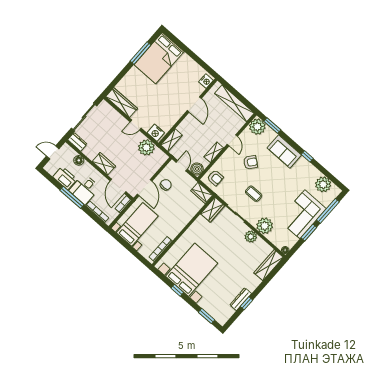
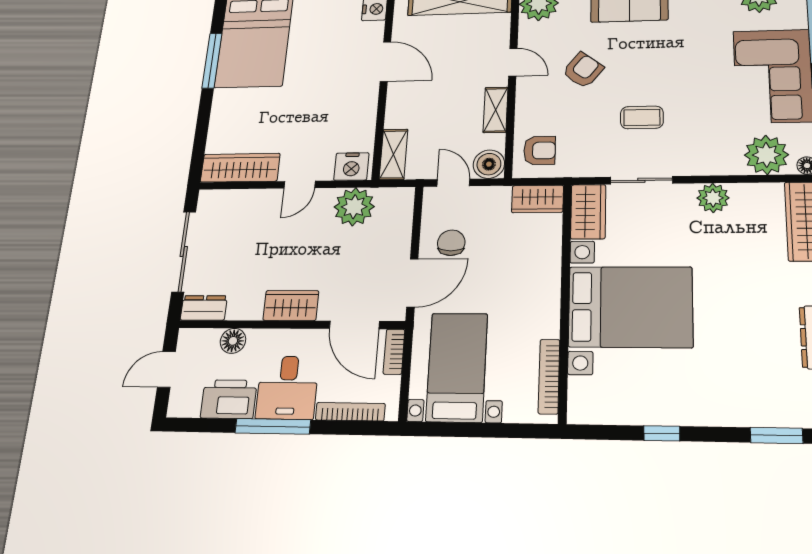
door: (145, 188) -> (412, 283), hinge flipped
plant: (265, 226) -> (766, 155), moved
bed with nightstands: (192, 270) -> (630, 307), moved, turned 90

